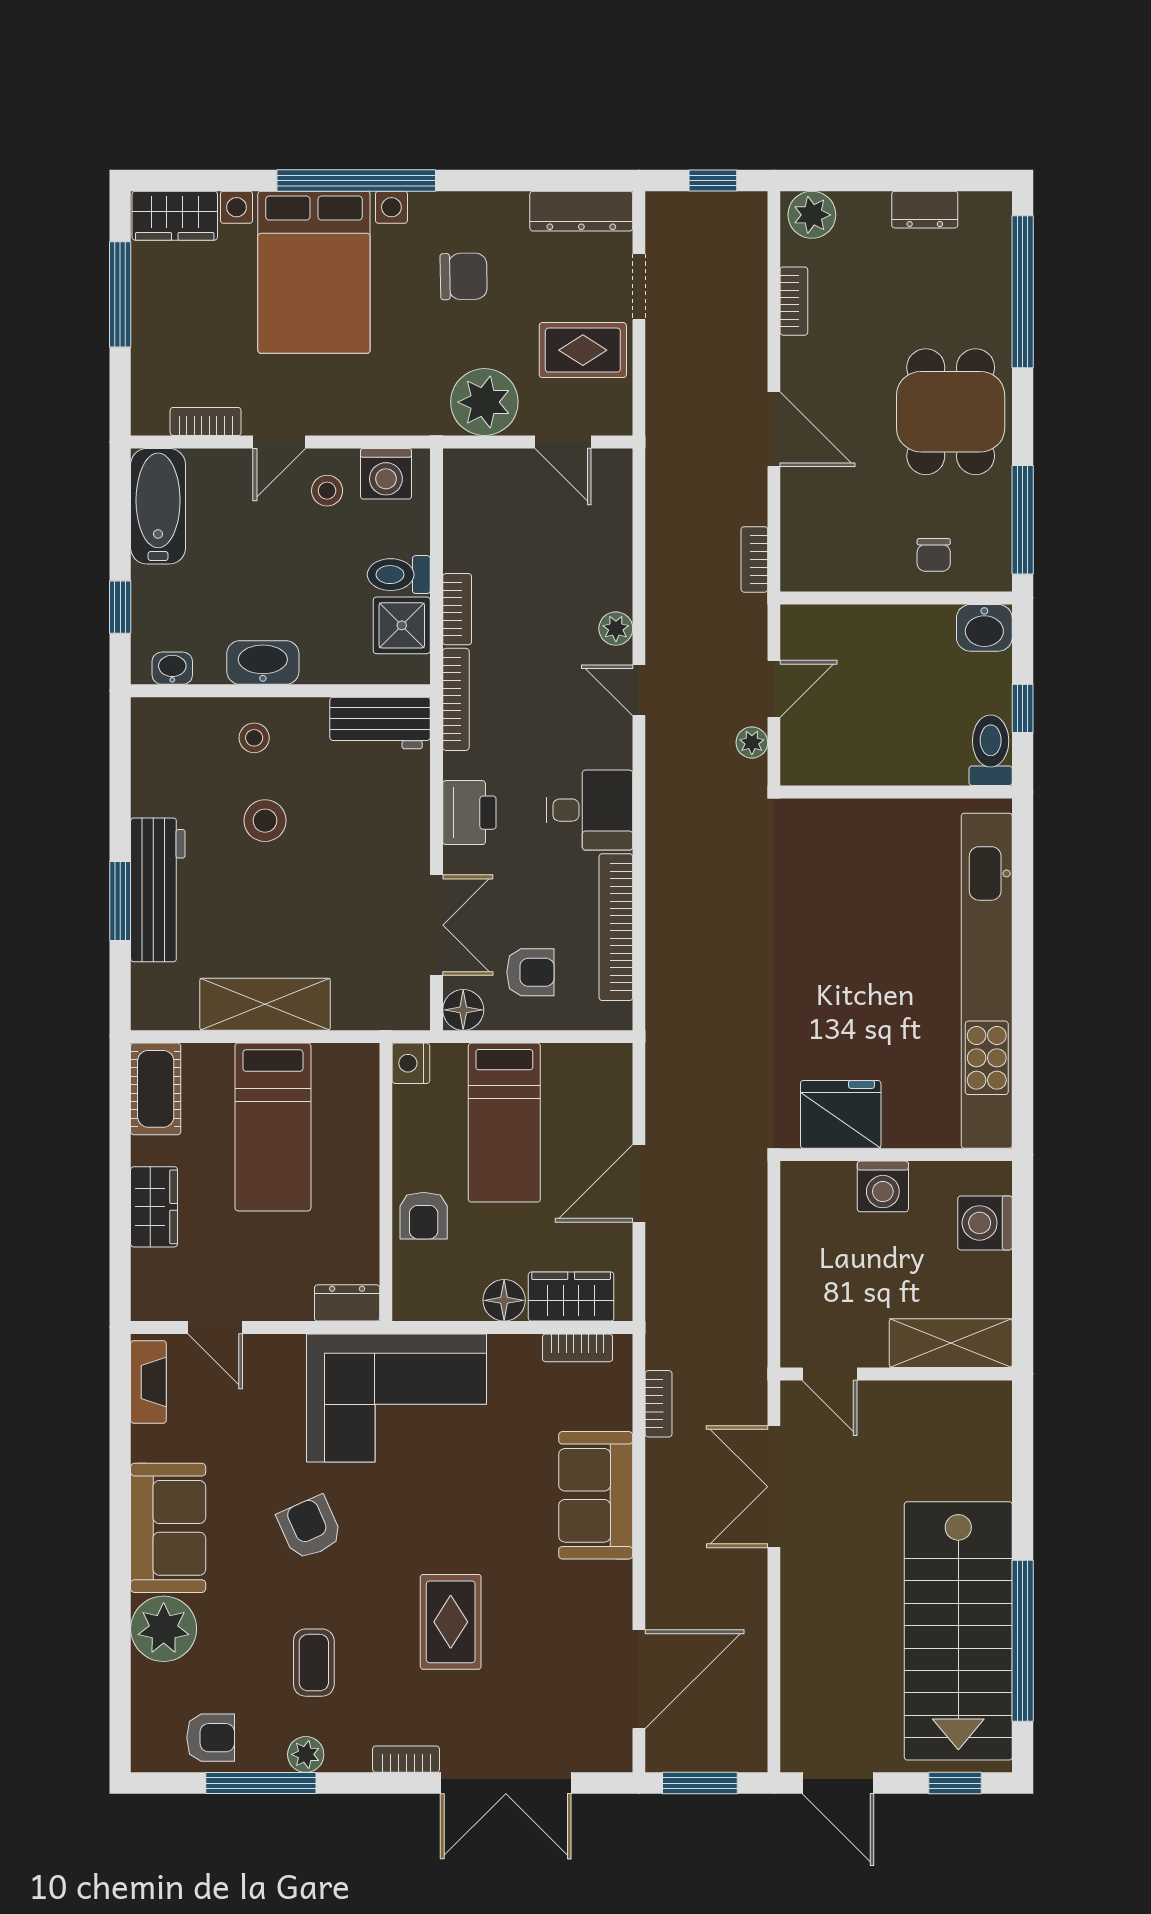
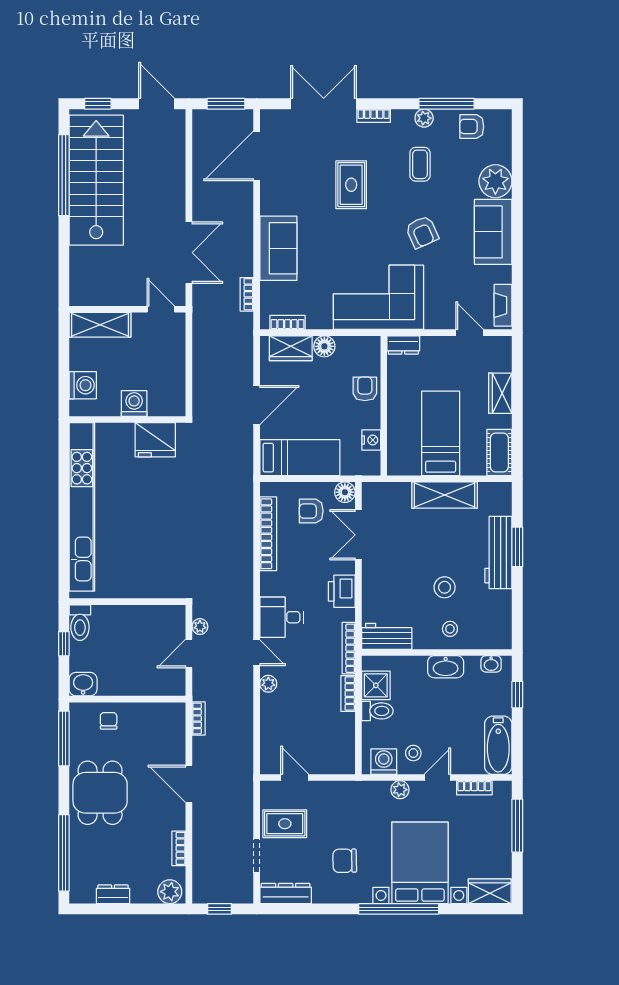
window: (120, 294) -> (517, 826), moved
plant: (484, 402) -> (400, 790), moved, width x0.53, depth x0.53
desk: (589, 810) -> (282, 617), moved
nightstand: (411, 1063) -> (371, 440), moved
bed: (504, 1123) -> (300, 458), moved, turned 90

